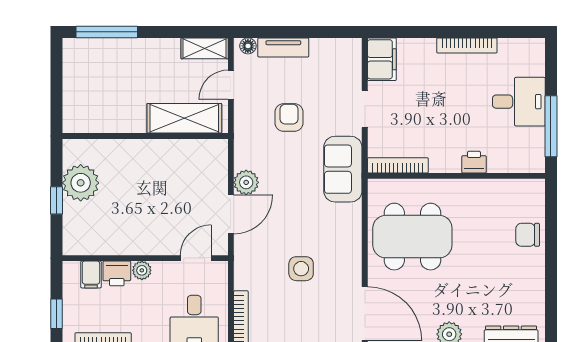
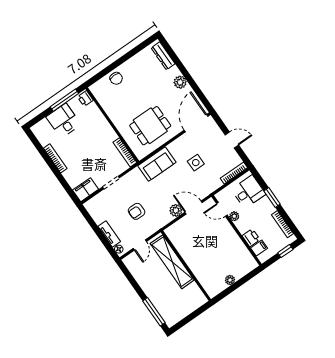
shelving: (205, 48) -> (132, 266), removed
door: (231, 85) -> (140, 245), hinge flipped
shelving: (184, 118) -> (172, 262), width x1.47
printer: (474, 162) -> (85, 98), moved
sofa: (343, 169) -> (157, 164), moved
plant: (81, 183) -> (230, 280), width x0.53, depth x0.53
window: (56, 200) -> (238, 284), removed
dining table: (412, 237) -> (150, 126), width x0.73
plant: (142, 270) -> (234, 216), moved

